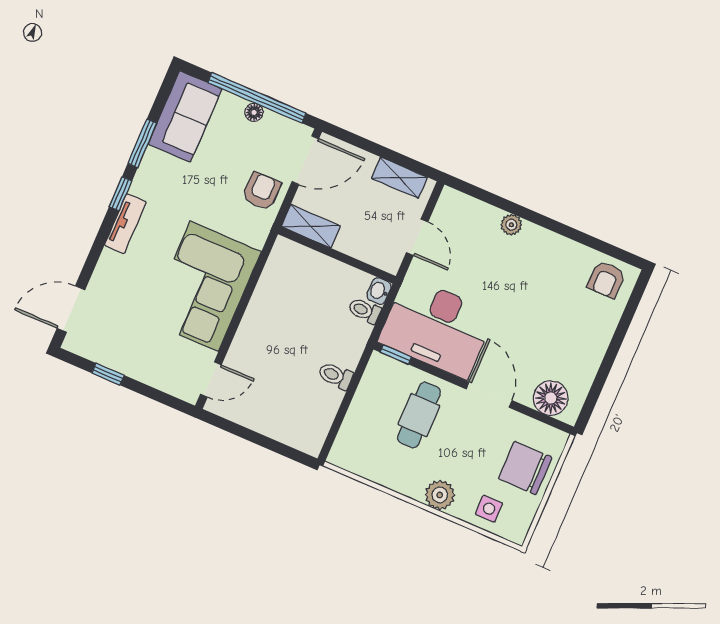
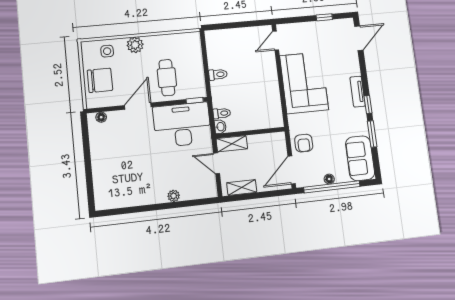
shelving: (311, 226) -> (232, 144), moved
armchair: (606, 279) -> (111, 196), removed
door: (489, 395) -> (138, 106), swing flipped
floor lamp: (551, 398) -> (101, 117), width x0.53, depth x0.53

